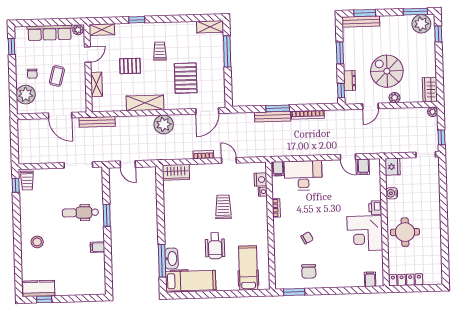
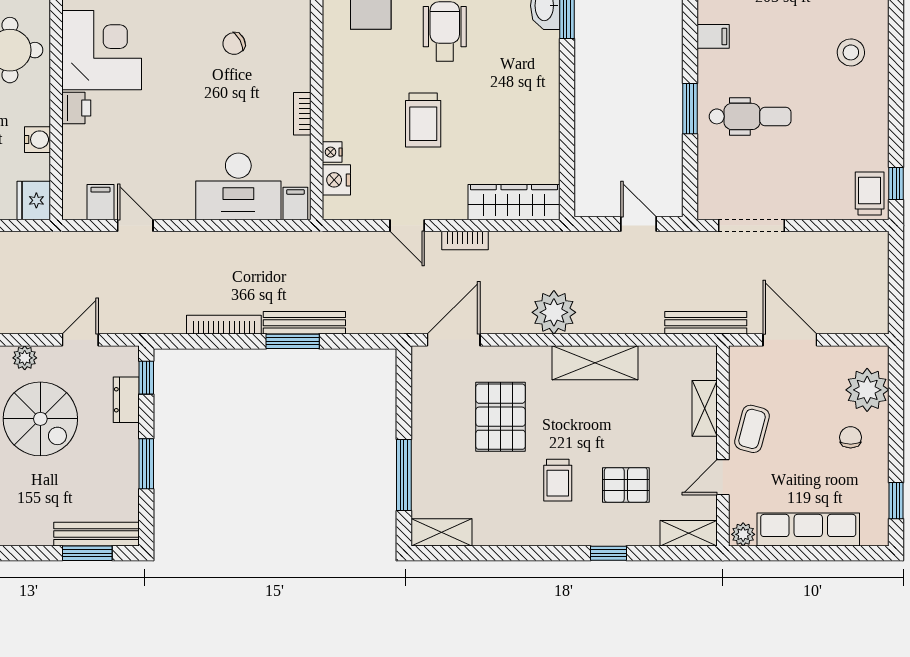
pallet: (130, 66) -> (626, 485), moved
coffee table: (57, 76) -> (752, 429), moved
wardrobe: (176, 172) -> (514, 202), width x1.50

